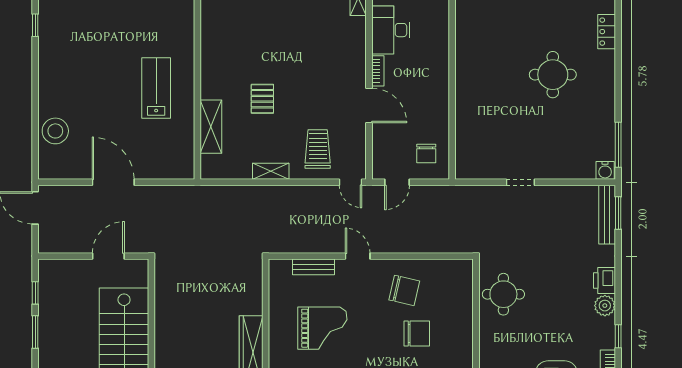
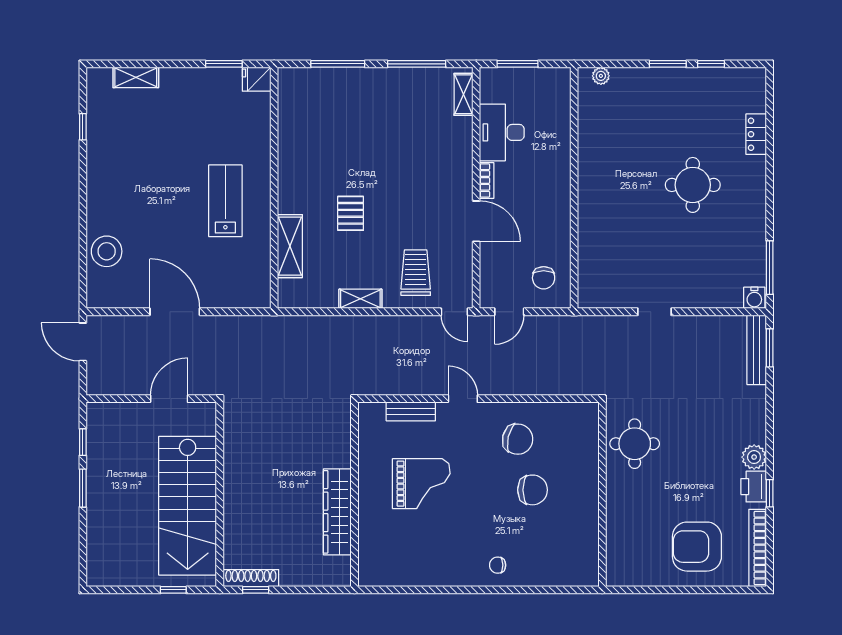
printer: (604, 281) -> (754, 487), moved

